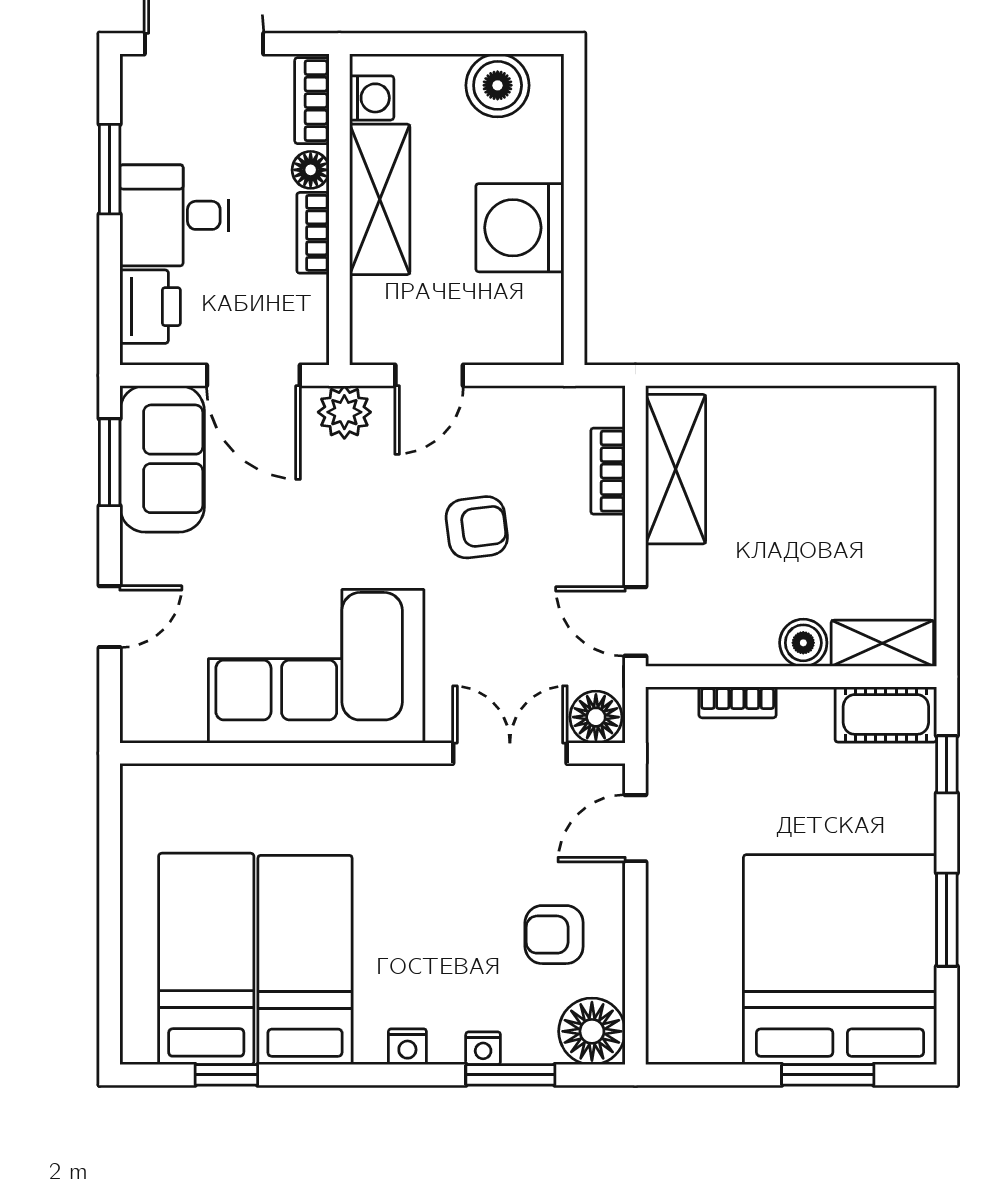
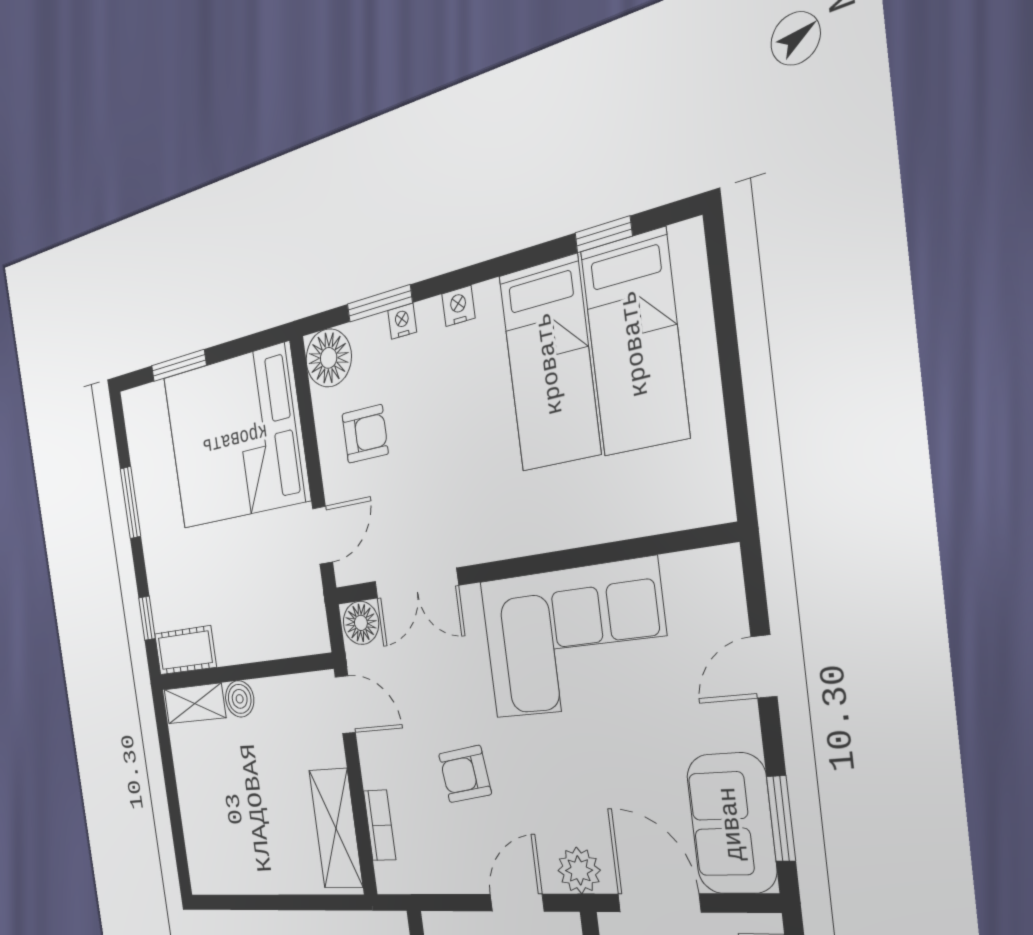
bookcase: (738, 702) -> (272, 648), removed
bed: (840, 960) -> (235, 438), moved, turned 90

